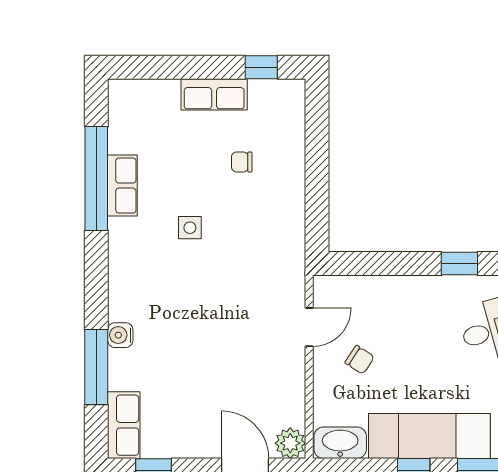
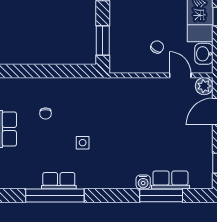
window: (371, 264) -> (103, 40), added
door: (309, 327) -> (180, 75), moved
row of seats: (124, 425) -> (170, 180), moved
washbasin: (340, 443) -> (204, 54), width x0.72

